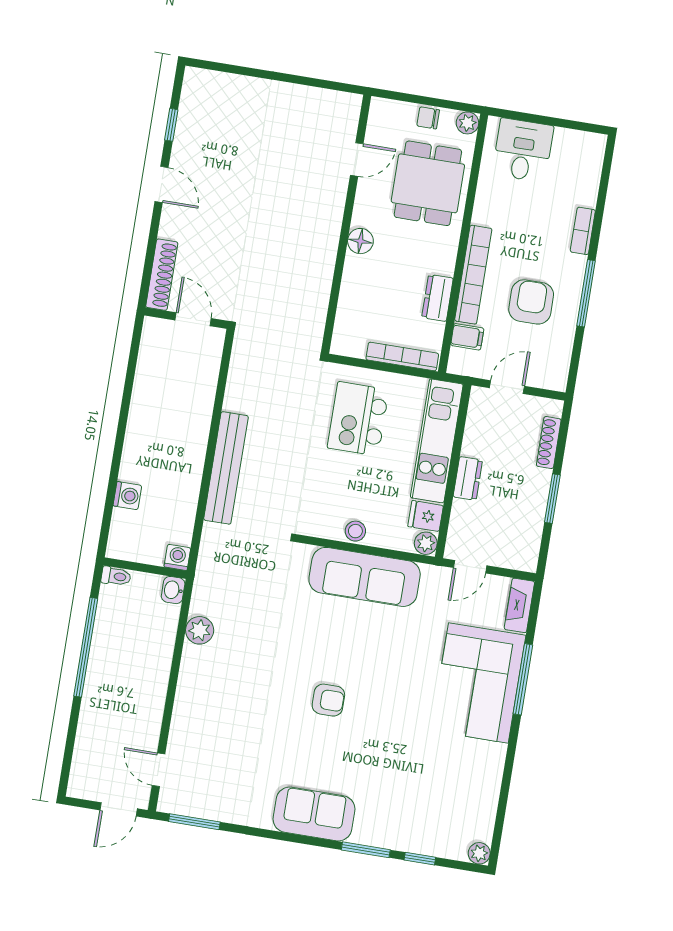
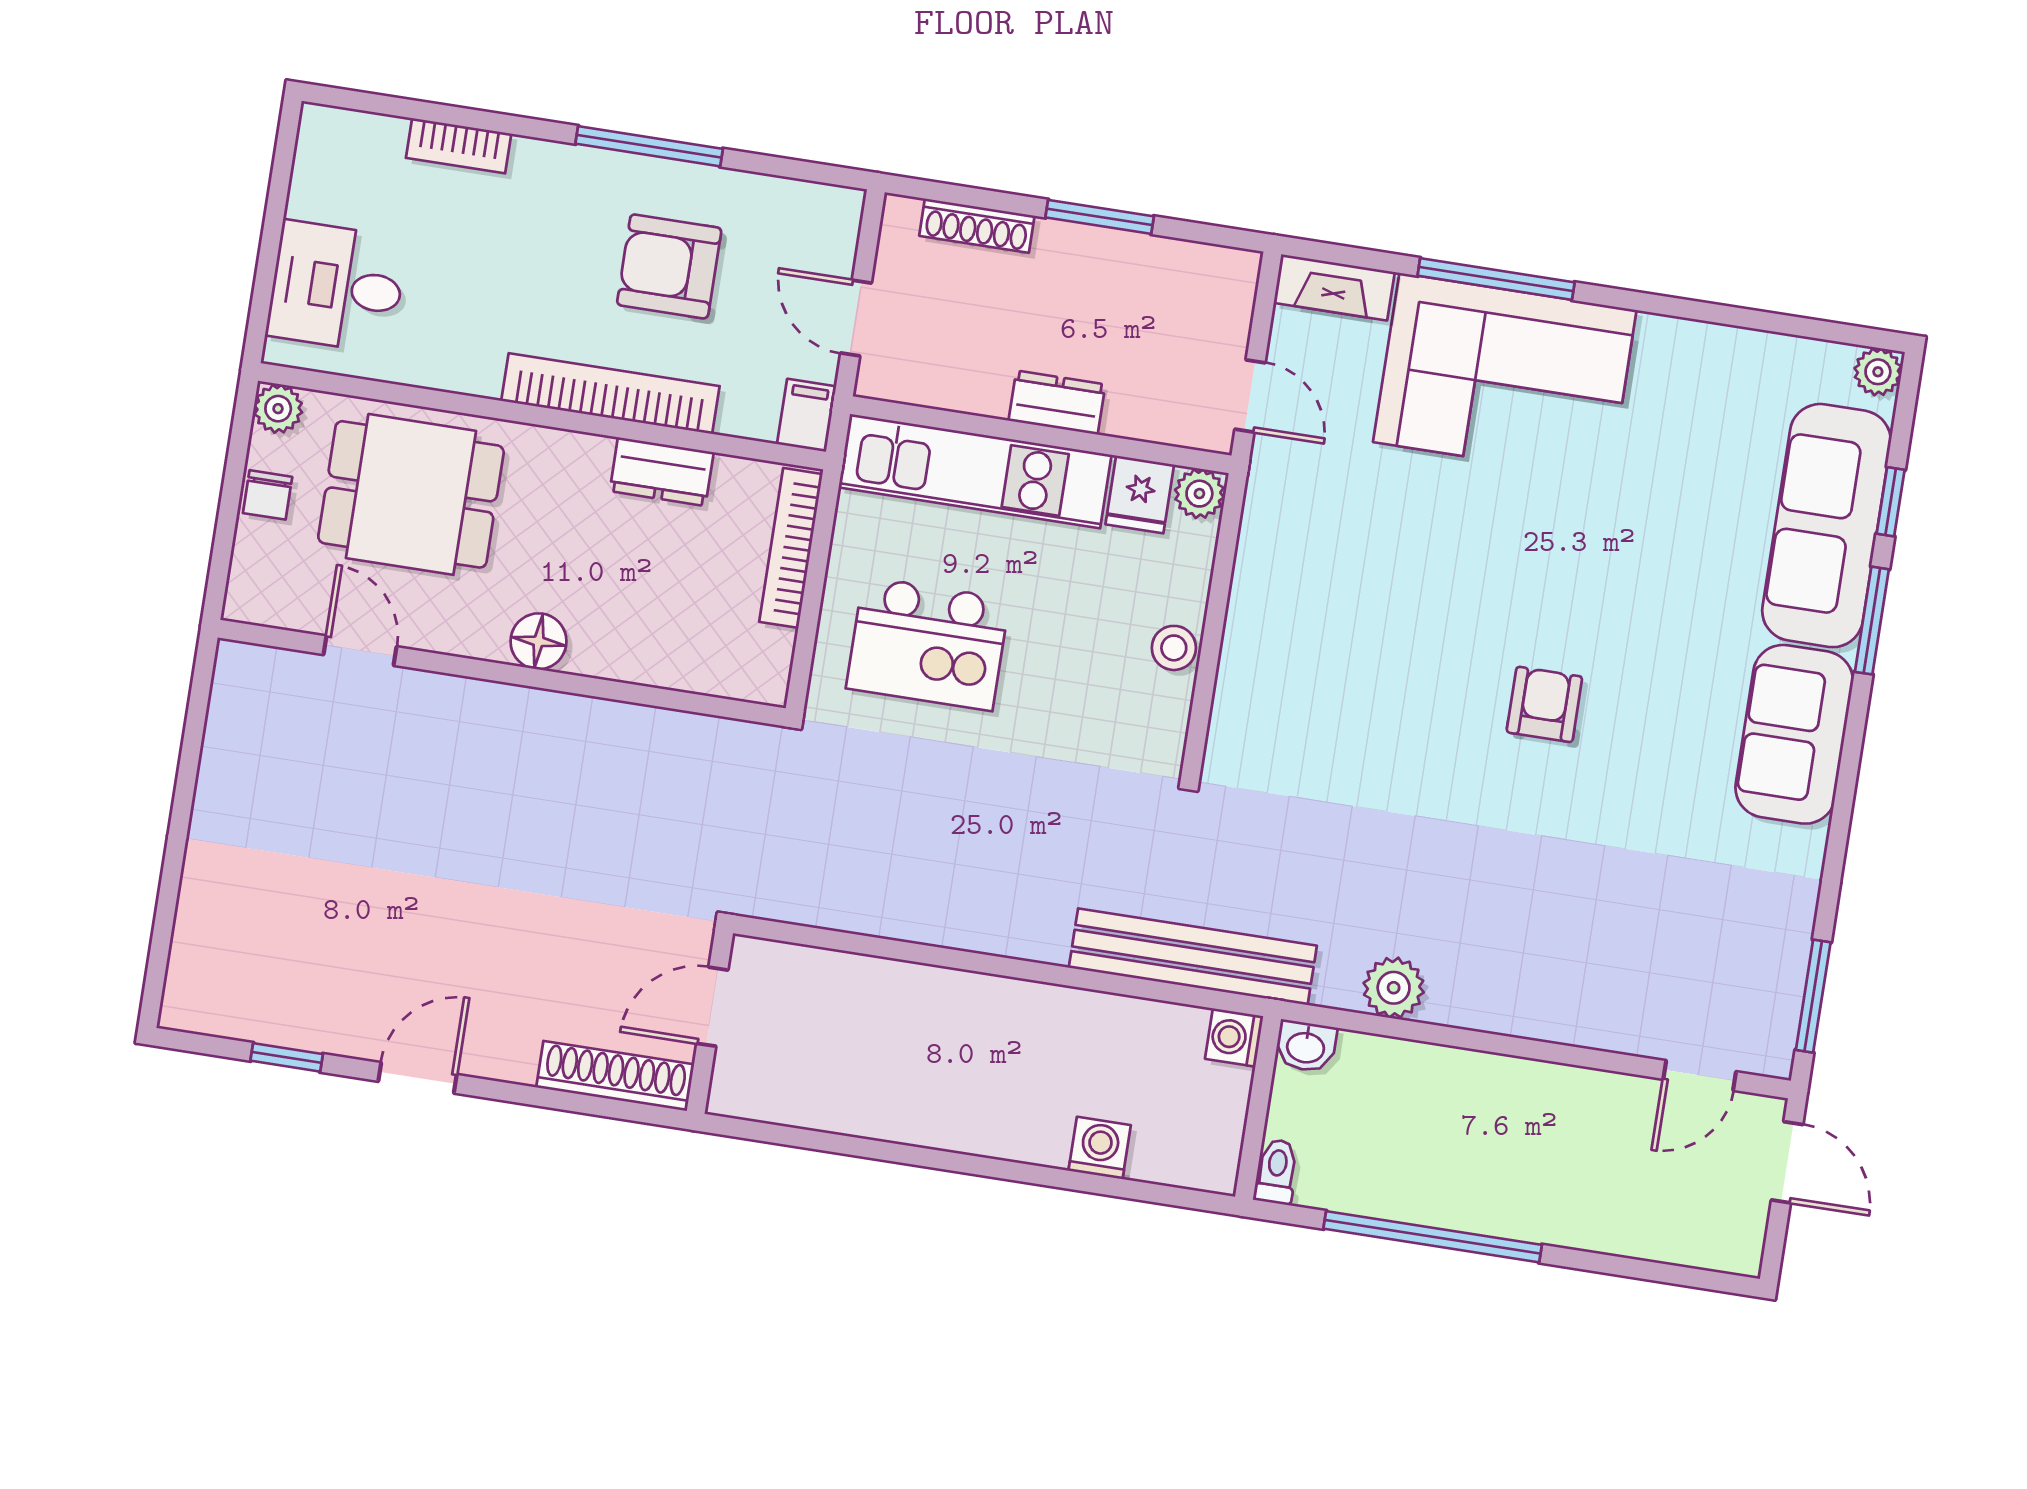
bookcase: (583, 231) -> (459, 146), moved
filing cabinet: (467, 337) -> (807, 415), moved
bench: (226, 468) -> (1193, 957), moved
sofa: (365, 577) -> (1826, 526), moved, turned 180

